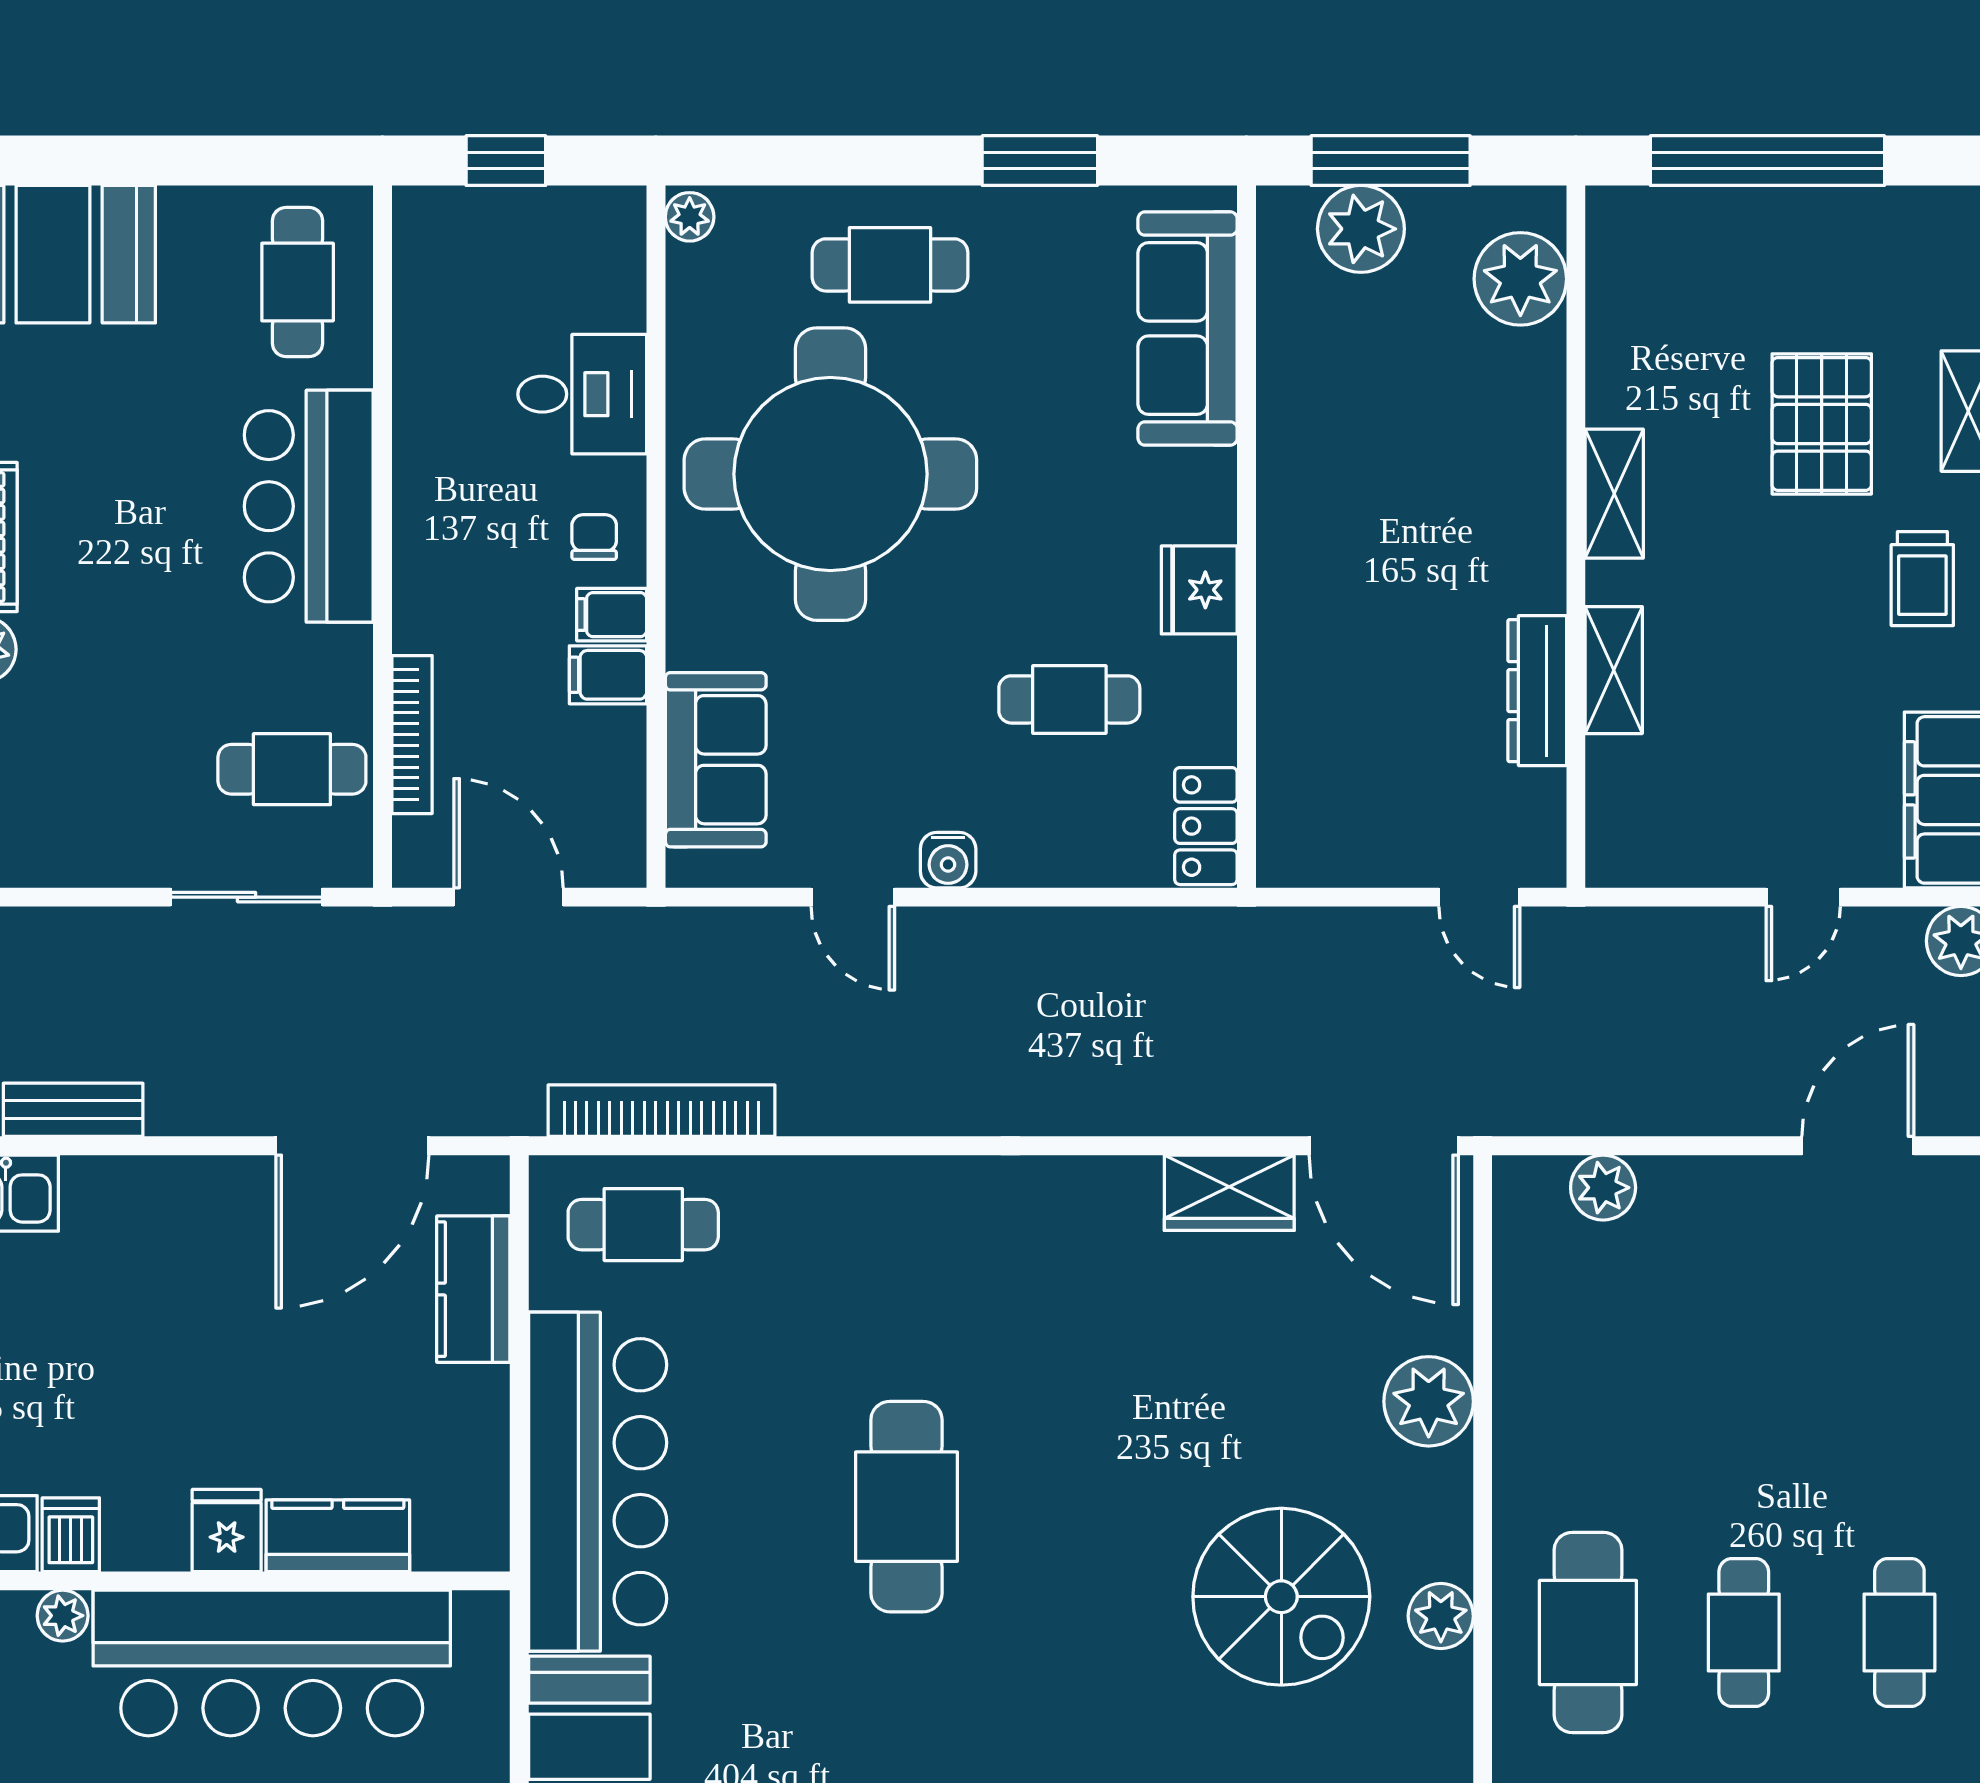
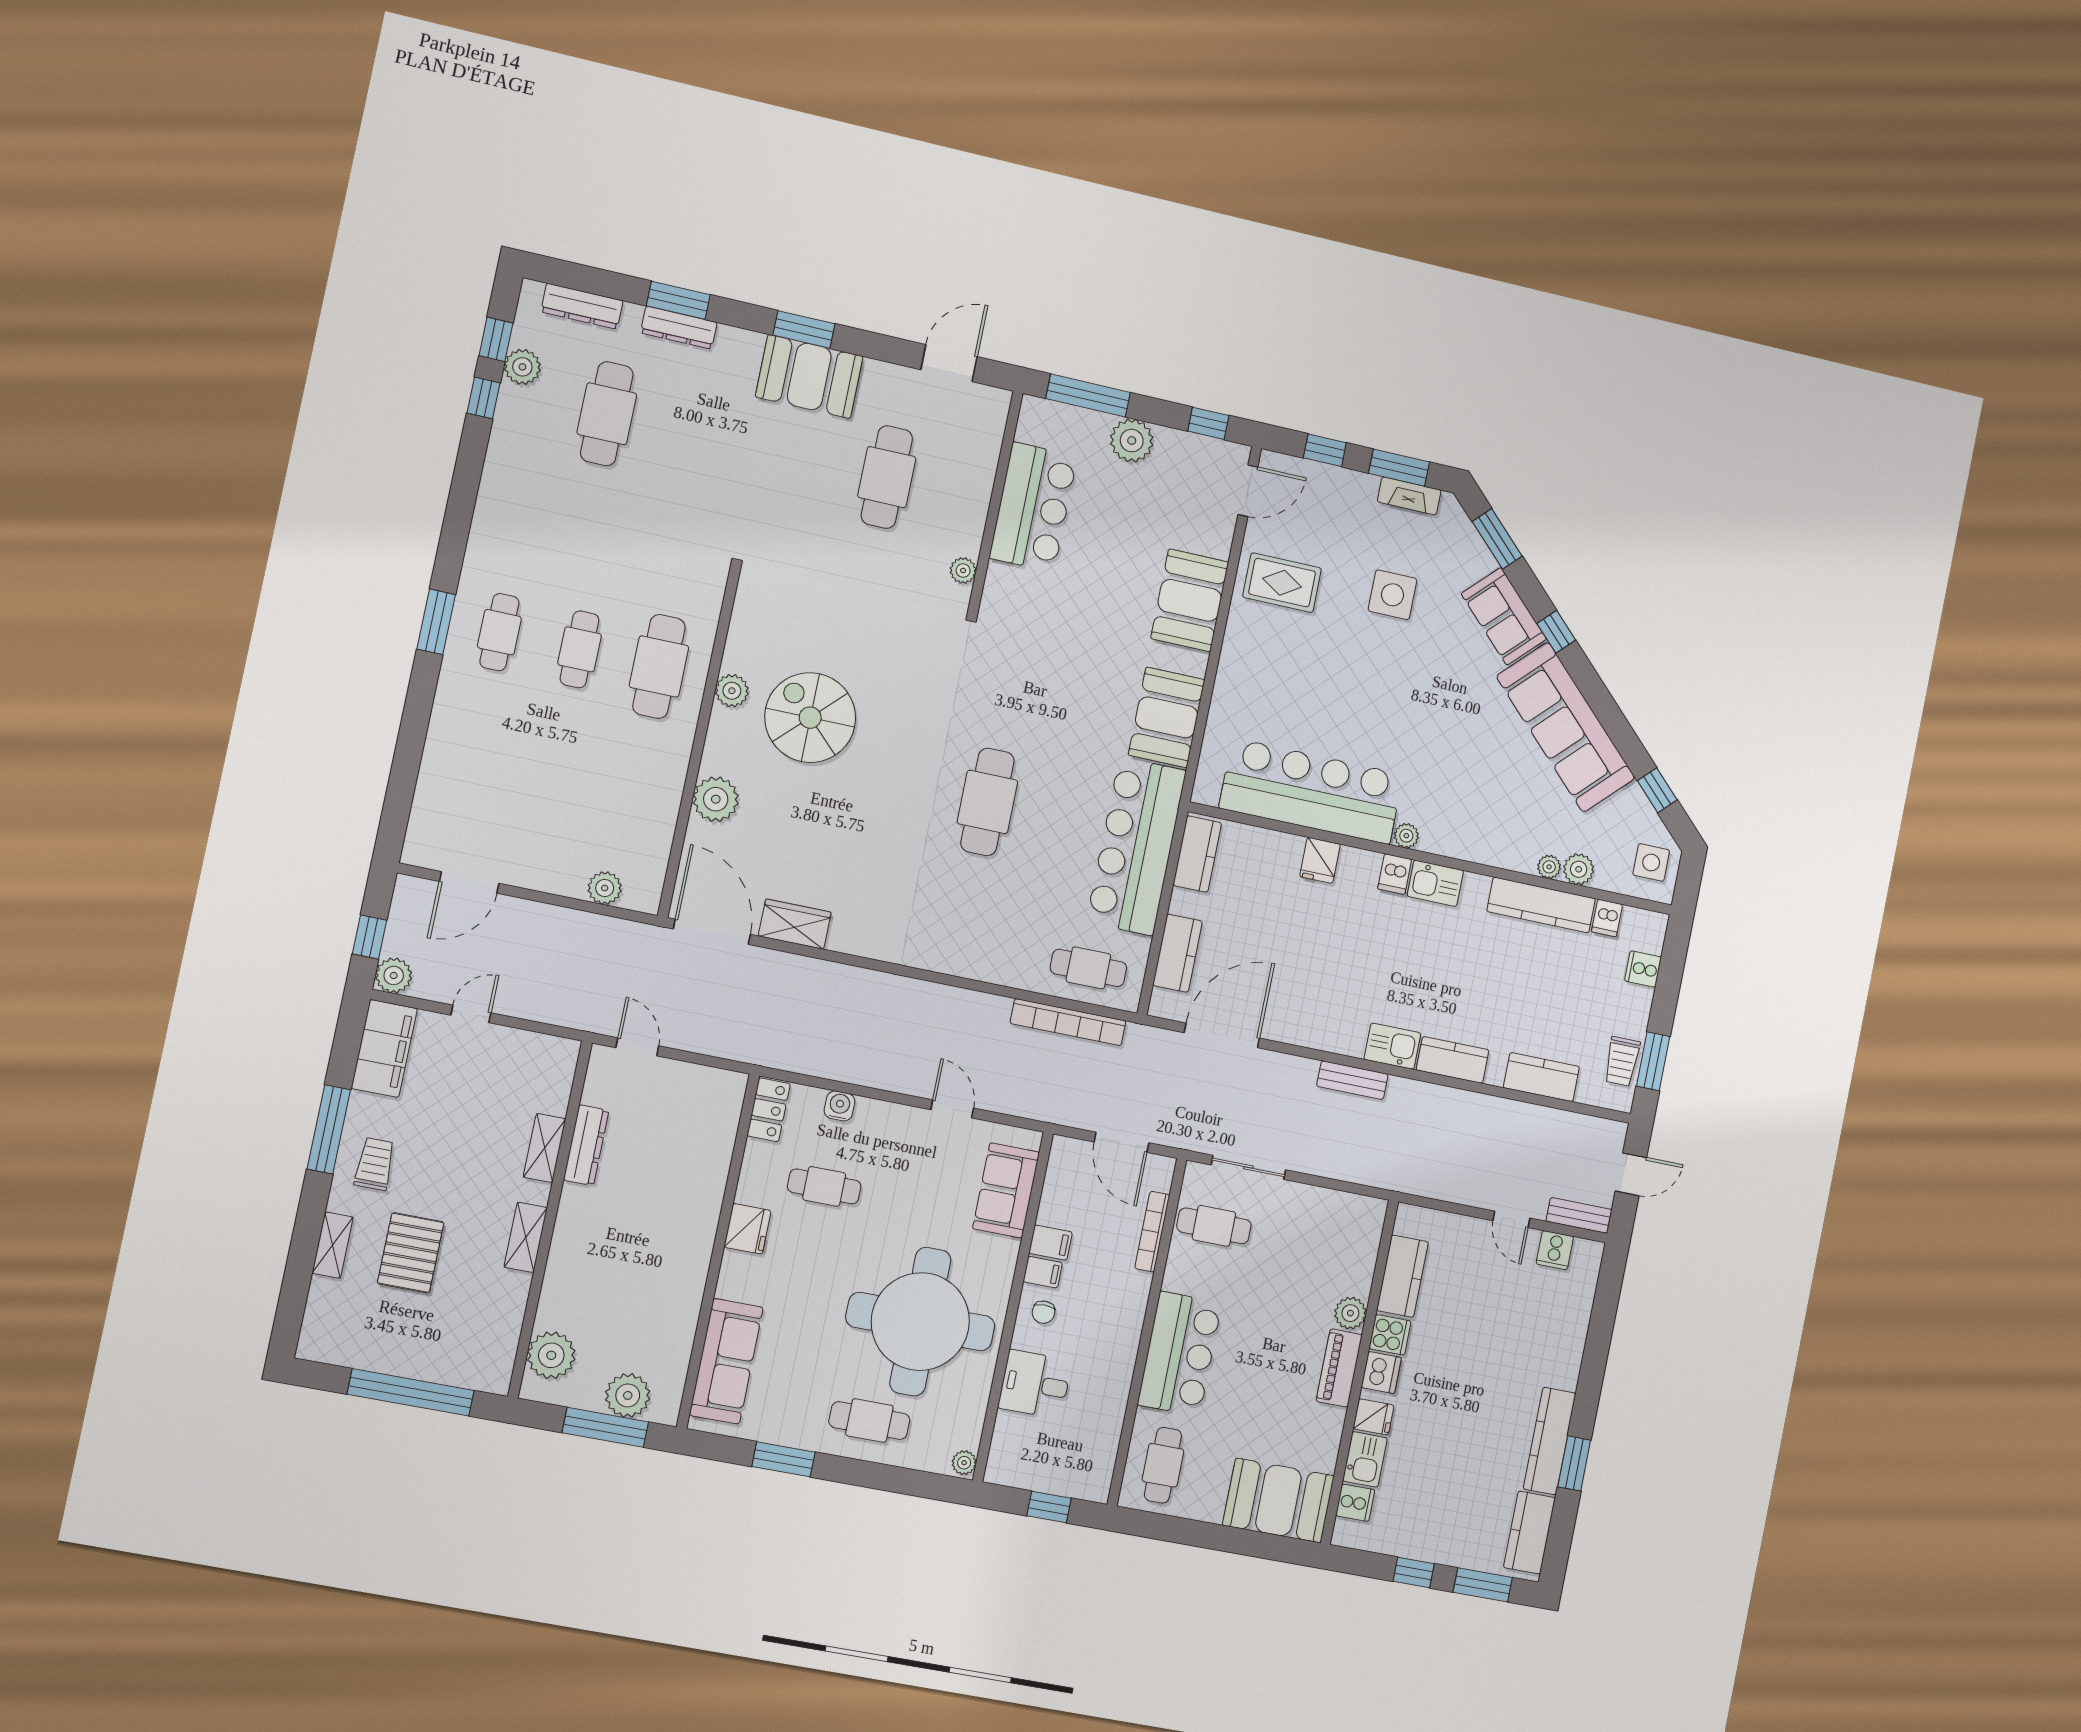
water cooler: (948, 860) -> (840, 1106), moved
kitchen counter: (338, 1536) -> (1197, 854), moved, turned -90

